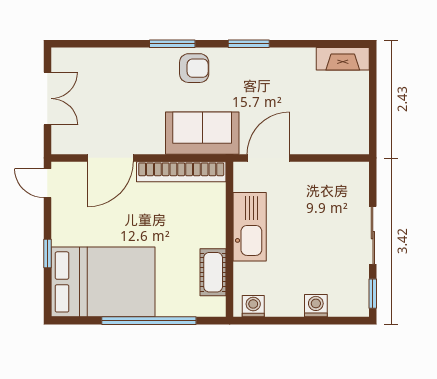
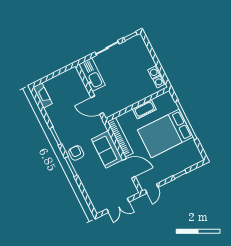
double door: (47, 98) -> (118, 205), swing flipped
sofa: (202, 133) -> (107, 150), moved
kitchen sink: (250, 227) -> (92, 75), moved, turned 90
cot: (213, 272) -> (144, 109), moved
bed: (103, 282) -> (165, 134), moved, turned -90
washing machine: (316, 306) -> (154, 72), moved

